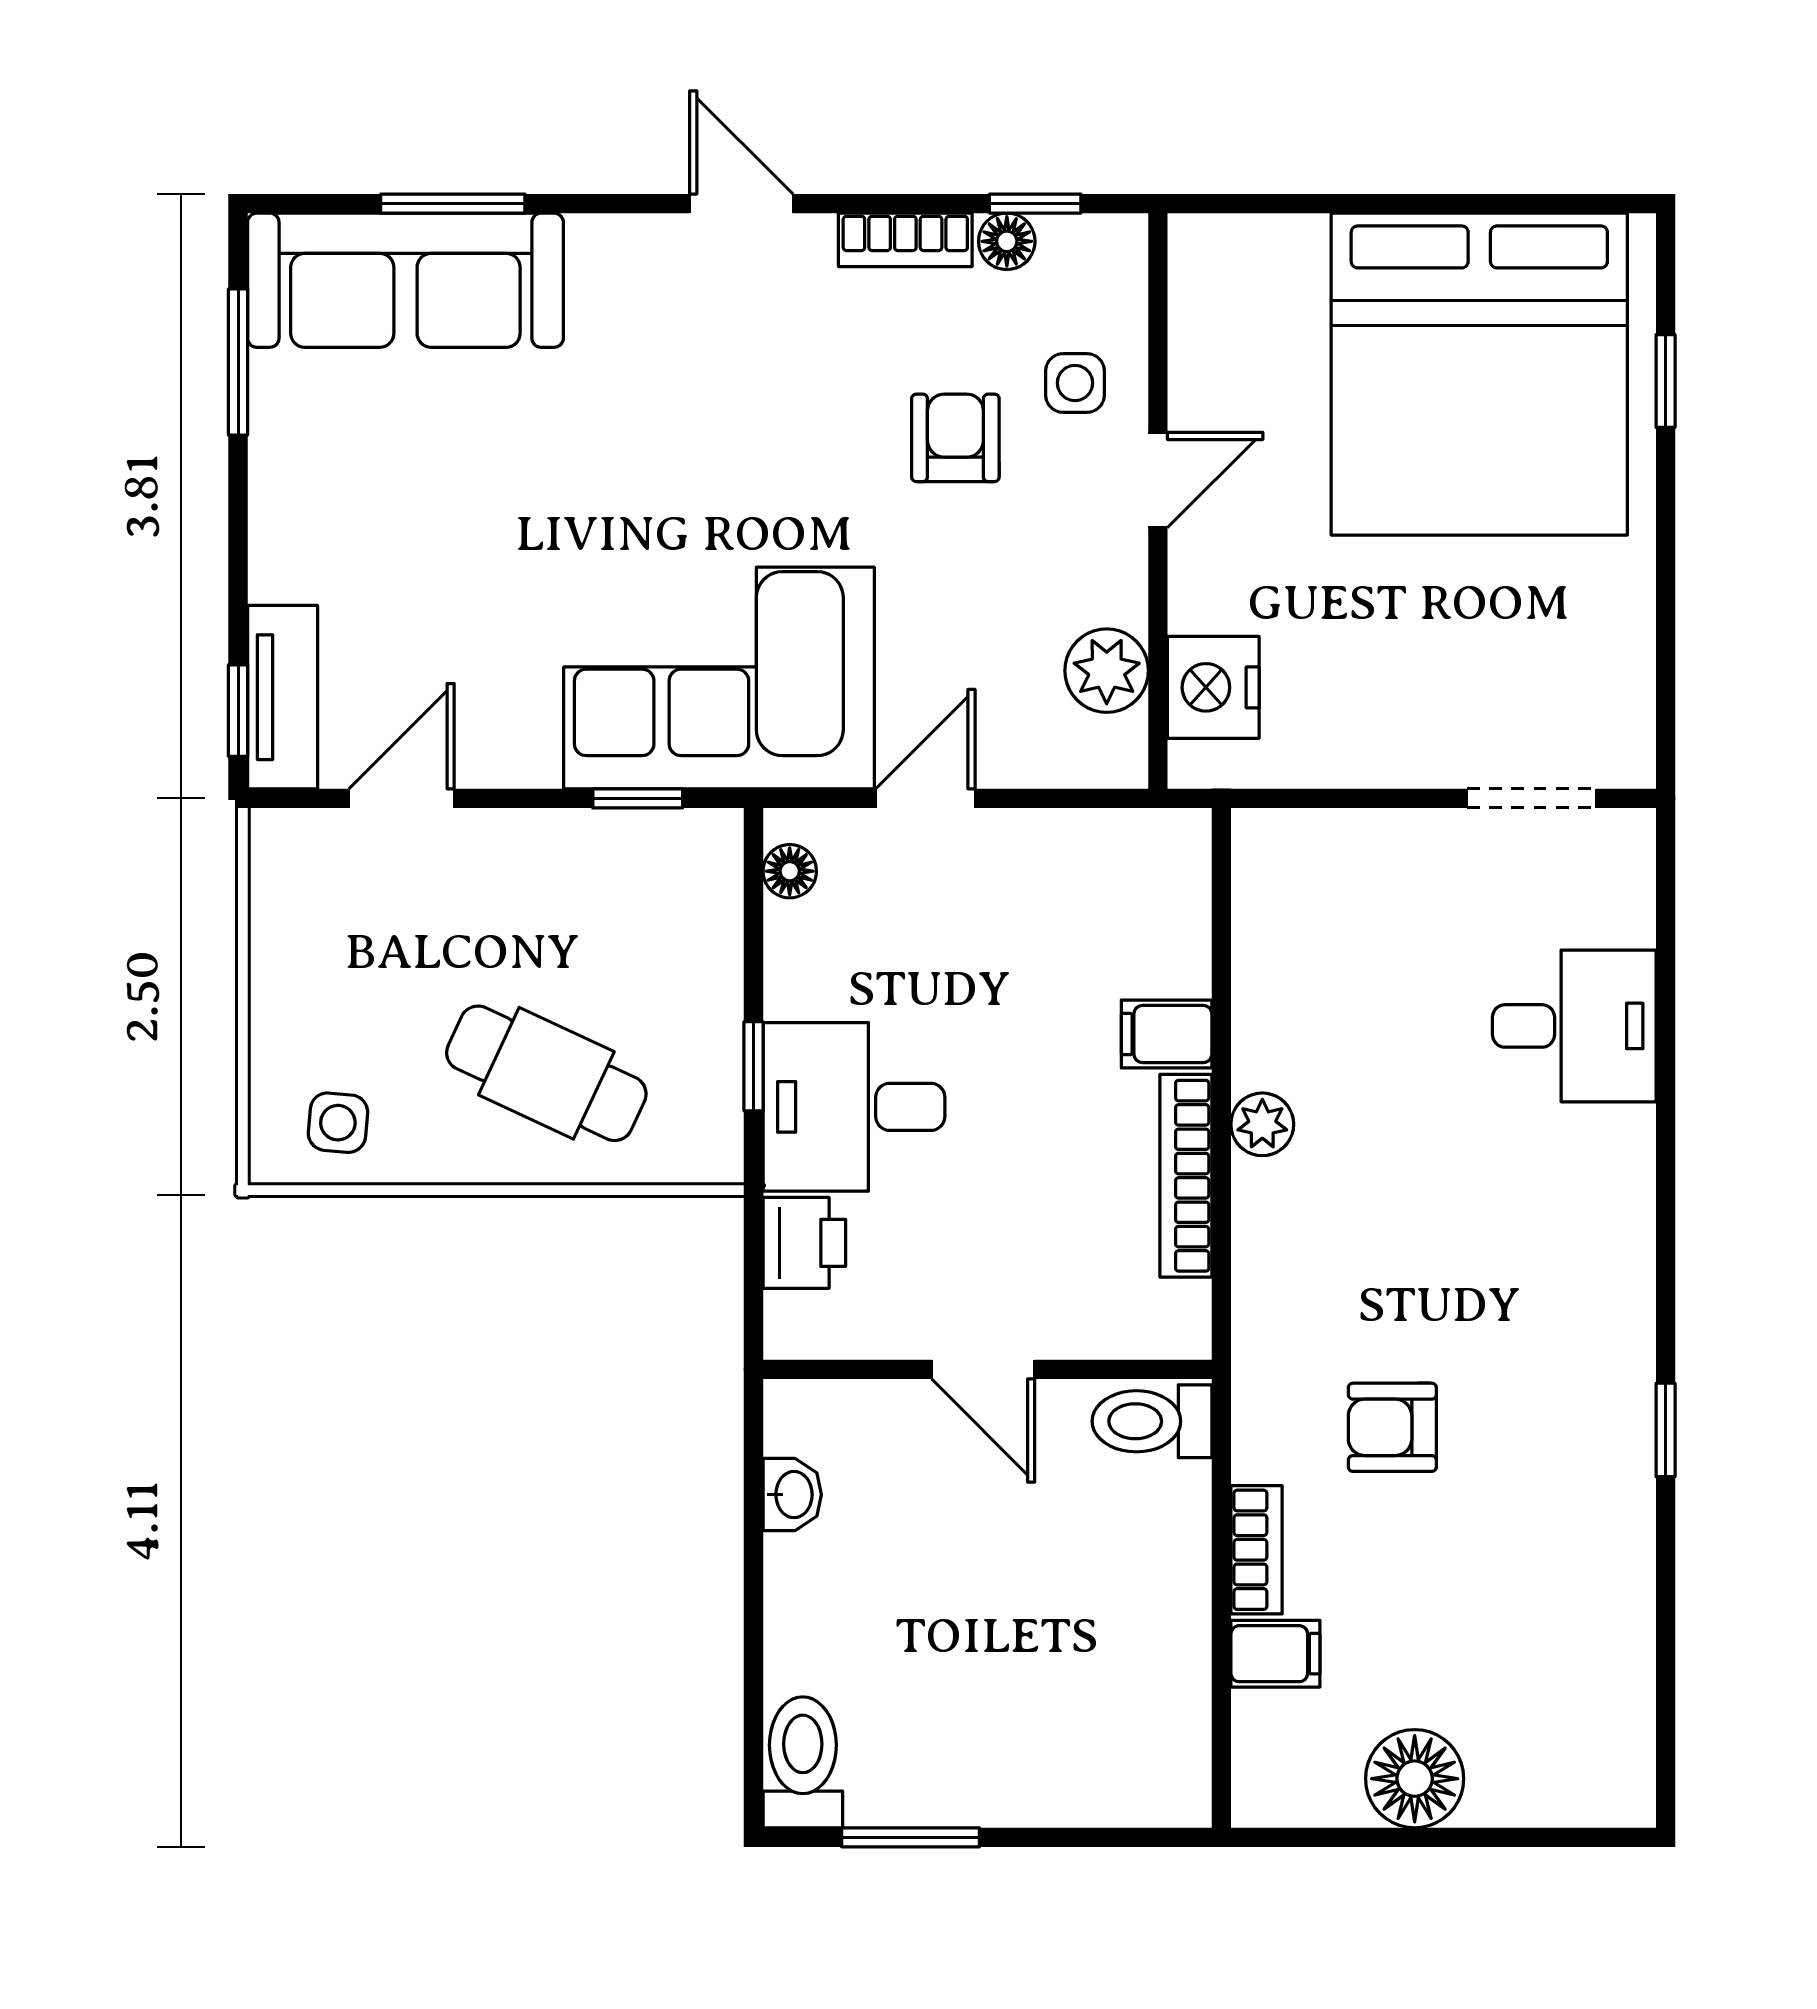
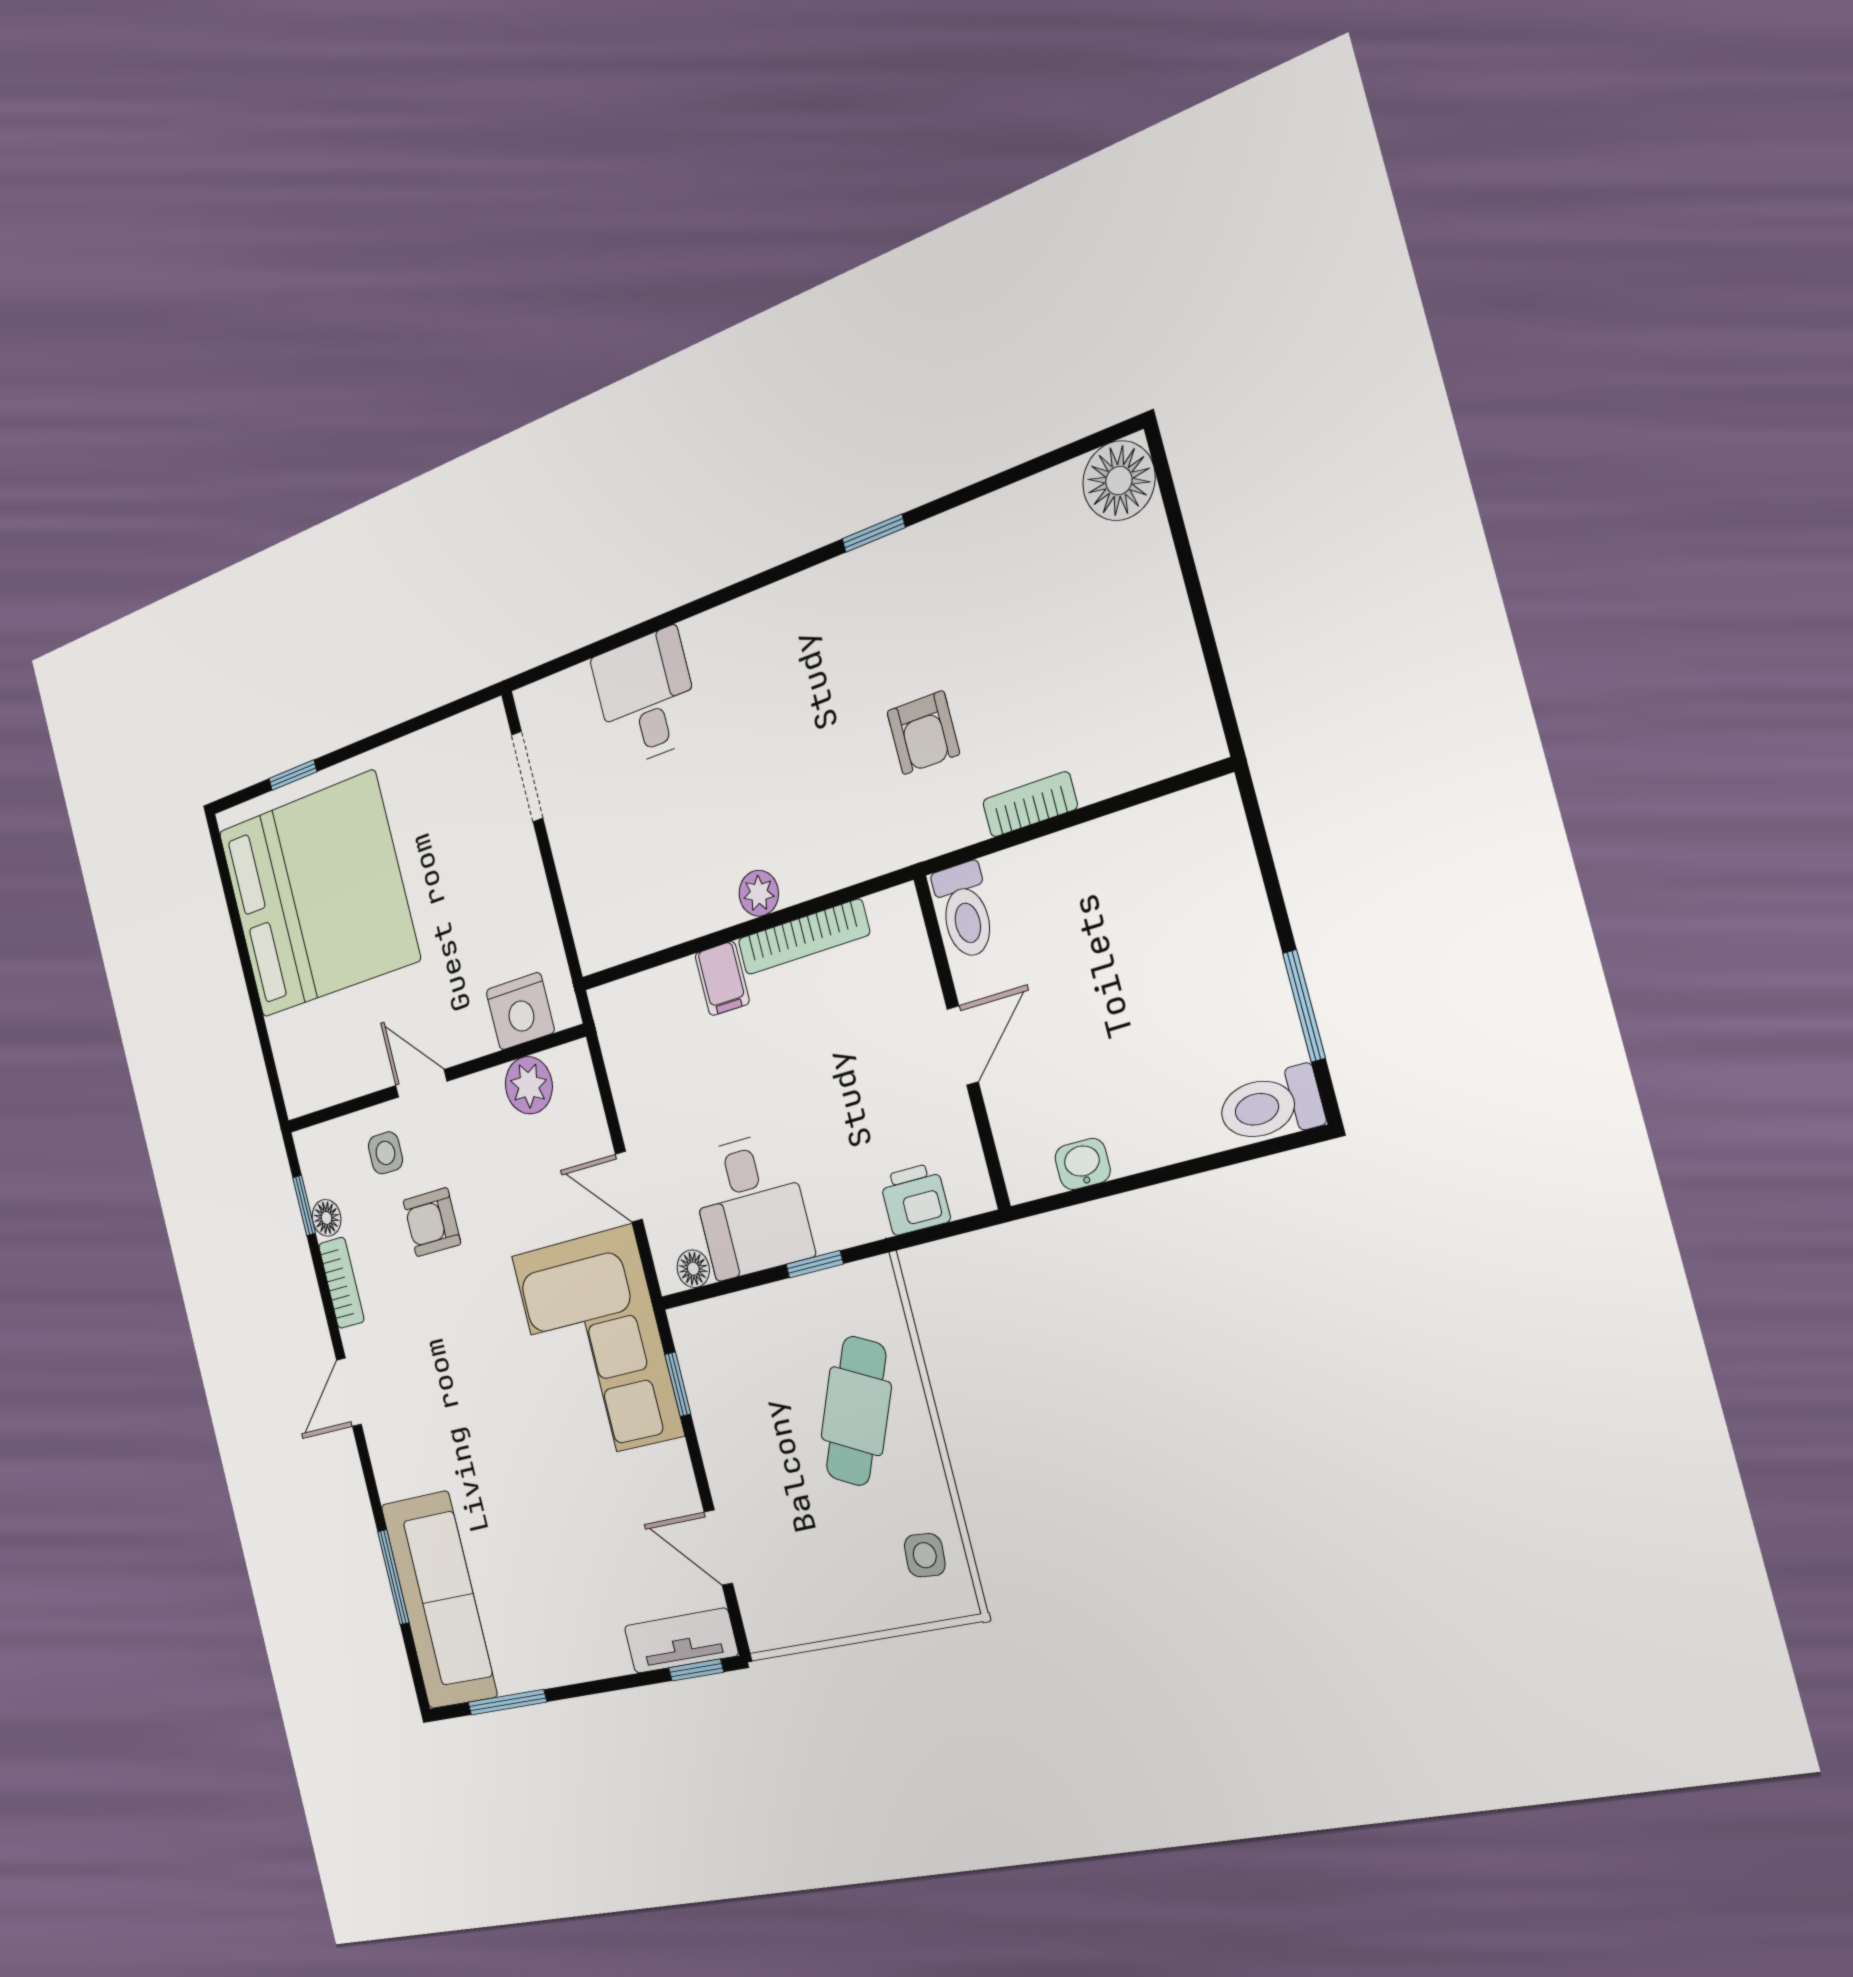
desk: (854, 1107) -> (750, 1206), moved
filing cabinet: (1275, 1654) -> (1097, 765), removed
floor lamp: (1415, 1779) -> (1119, 481), moved

